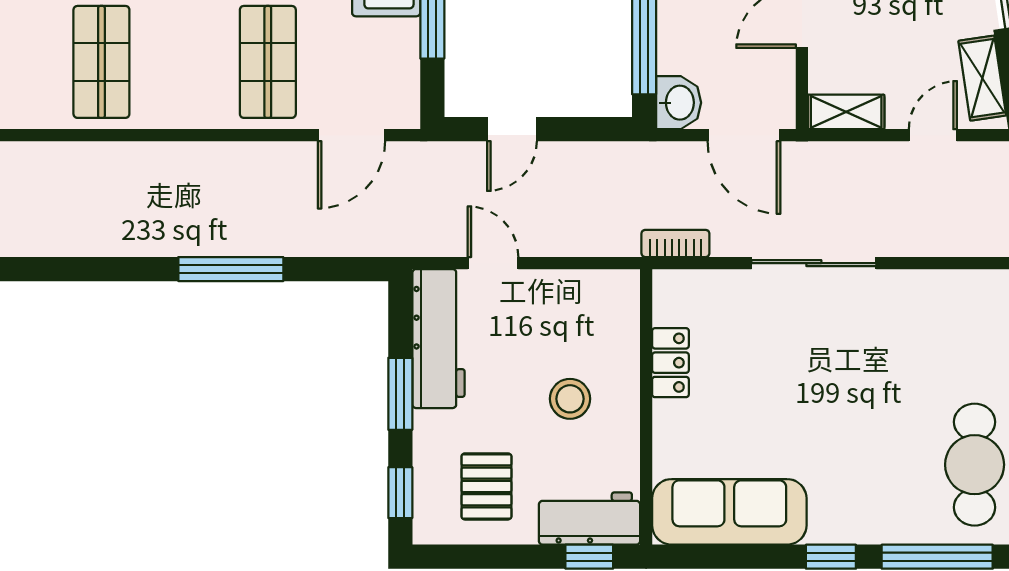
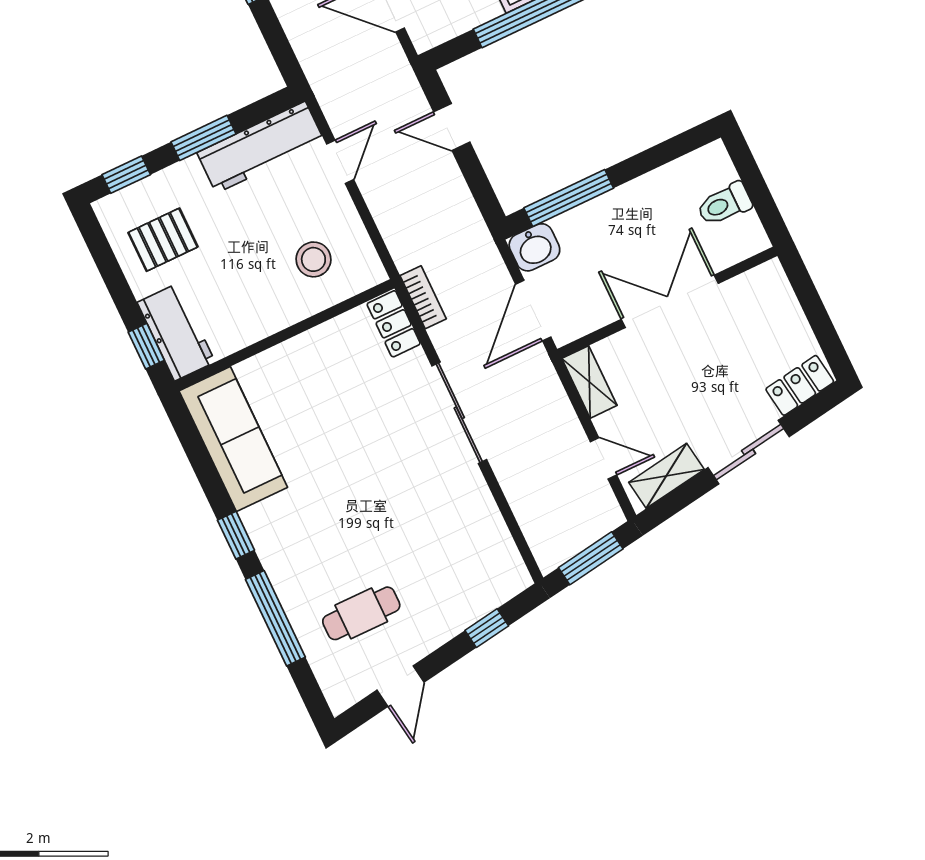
locker: (670, 363) -> (394, 324), moved, turned 90
stool: (570, 399) -> (313, 259), moved
cafe table: (975, 465) -> (361, 613), width x0.73, depth x0.74

